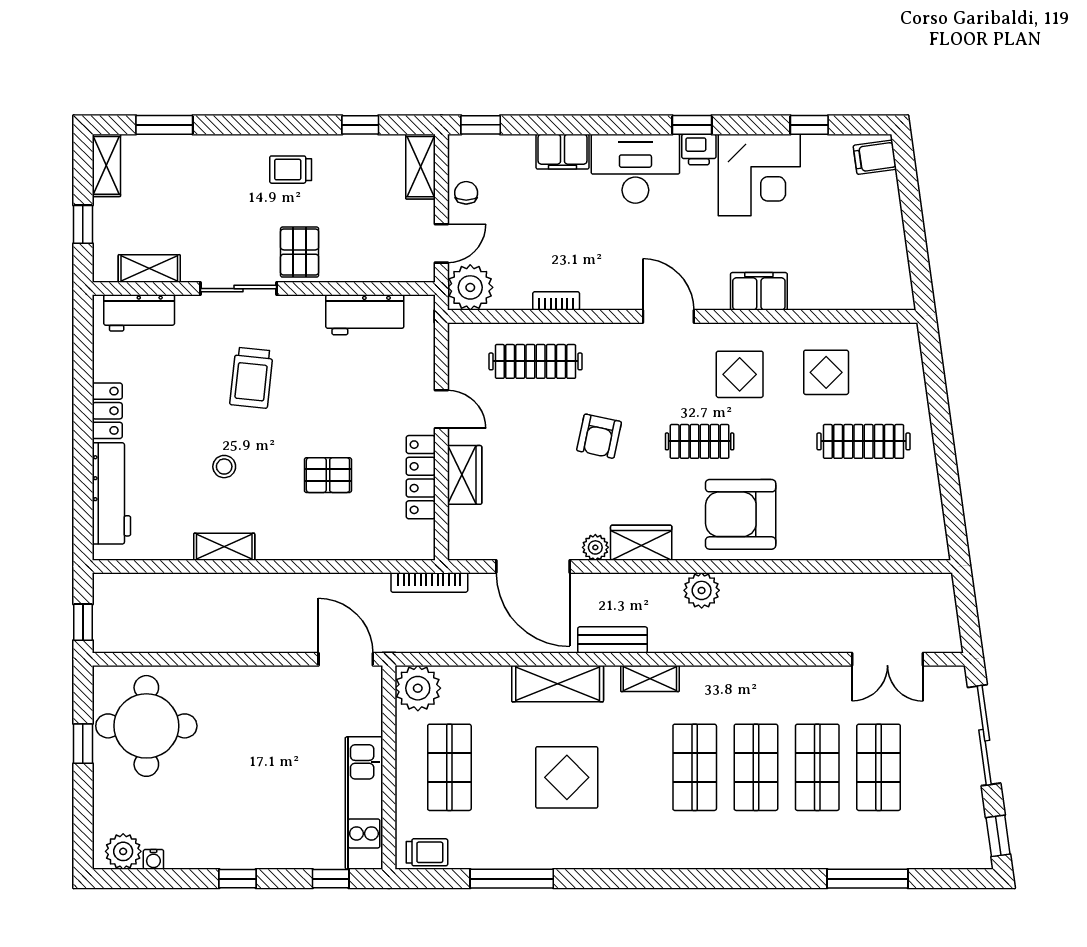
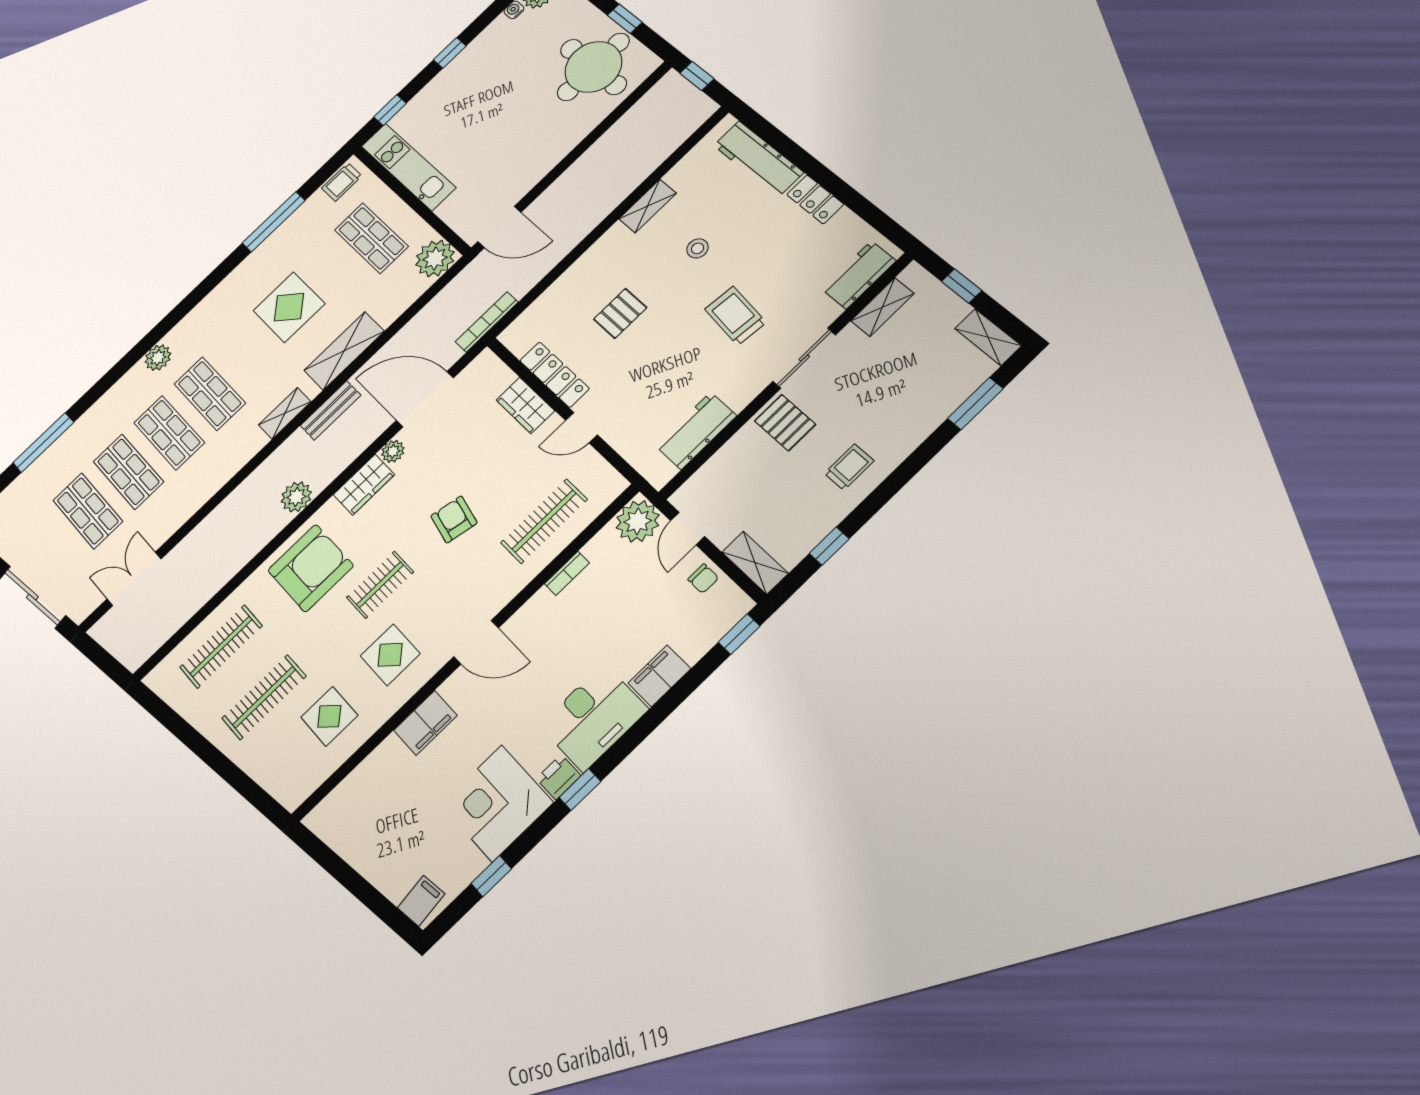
clothes rail: (864, 521) -> (221, 647), added
plant: (710, 853) -> (158, 358), added

